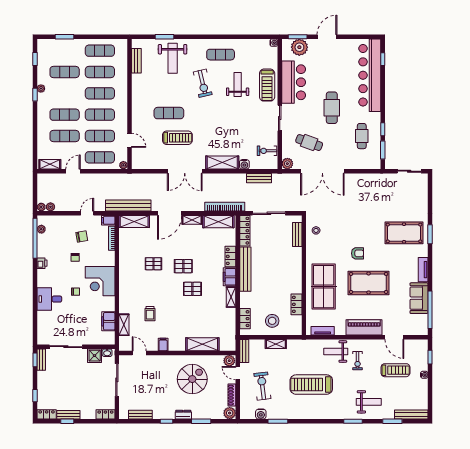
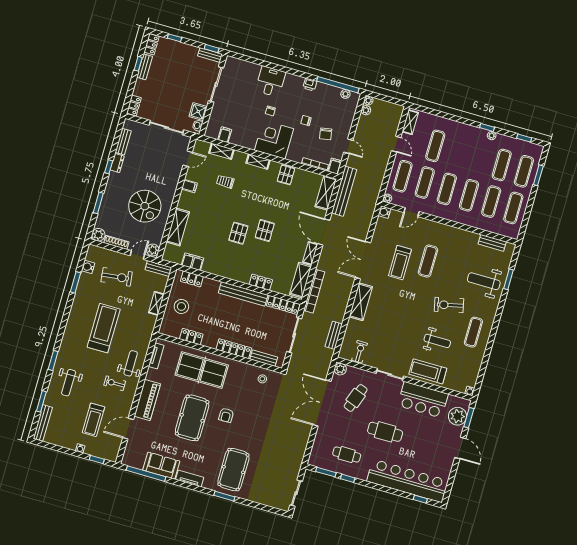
exercise mat: (65, 115) -> (524, 171), moved
water cooler: (244, 164) -> (384, 212), moved
pallet: (153, 264) -> (286, 175), moved
locker: (296, 264) -> (234, 349), added
filing cabinet: (230, 277) -> (193, 262), moved
shelving: (231, 297) -> (258, 161), moved
filing cabinet: (108, 321) -> (225, 135), width x0.50
dresser: (183, 415) -> (117, 163), moved

